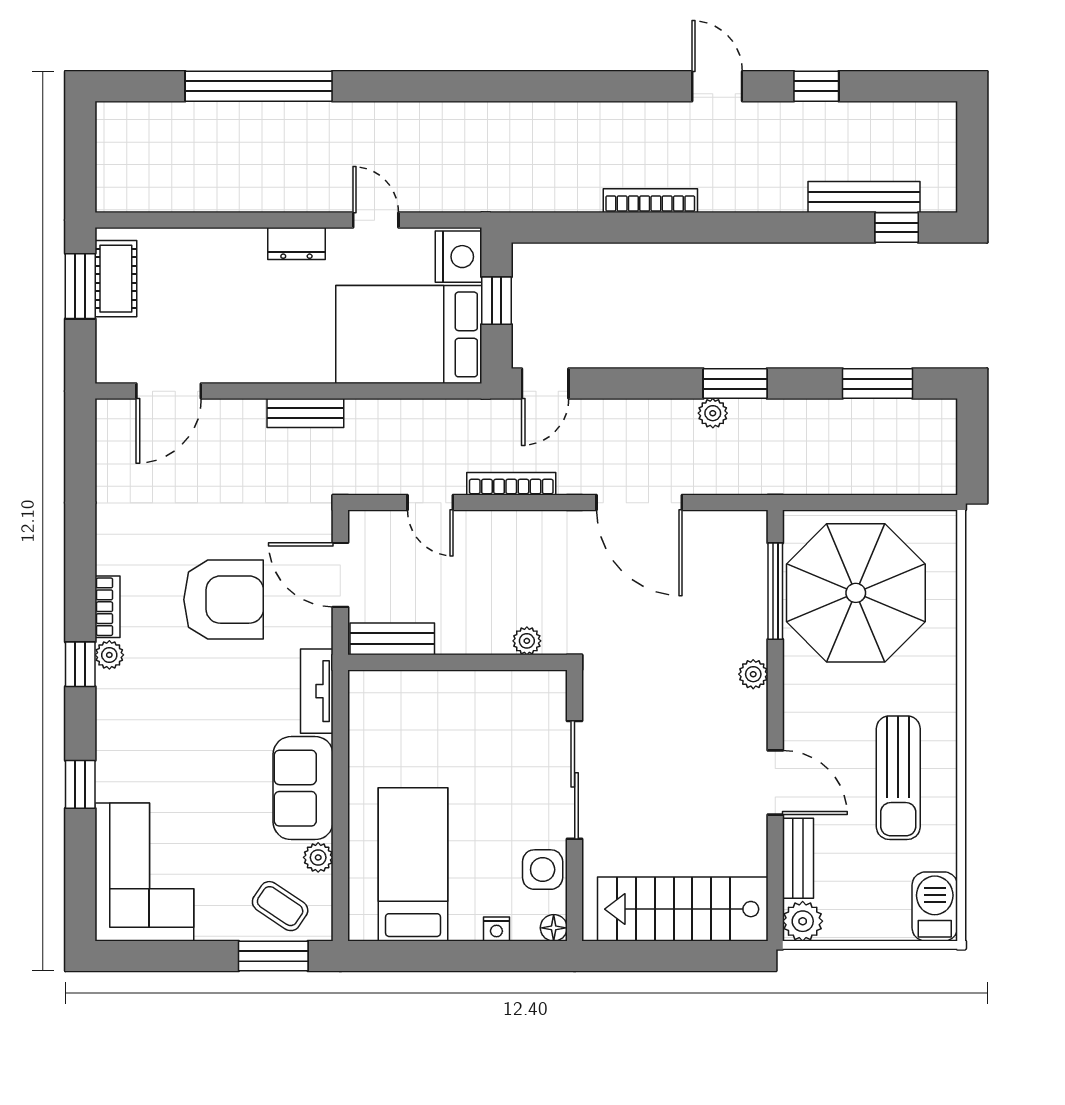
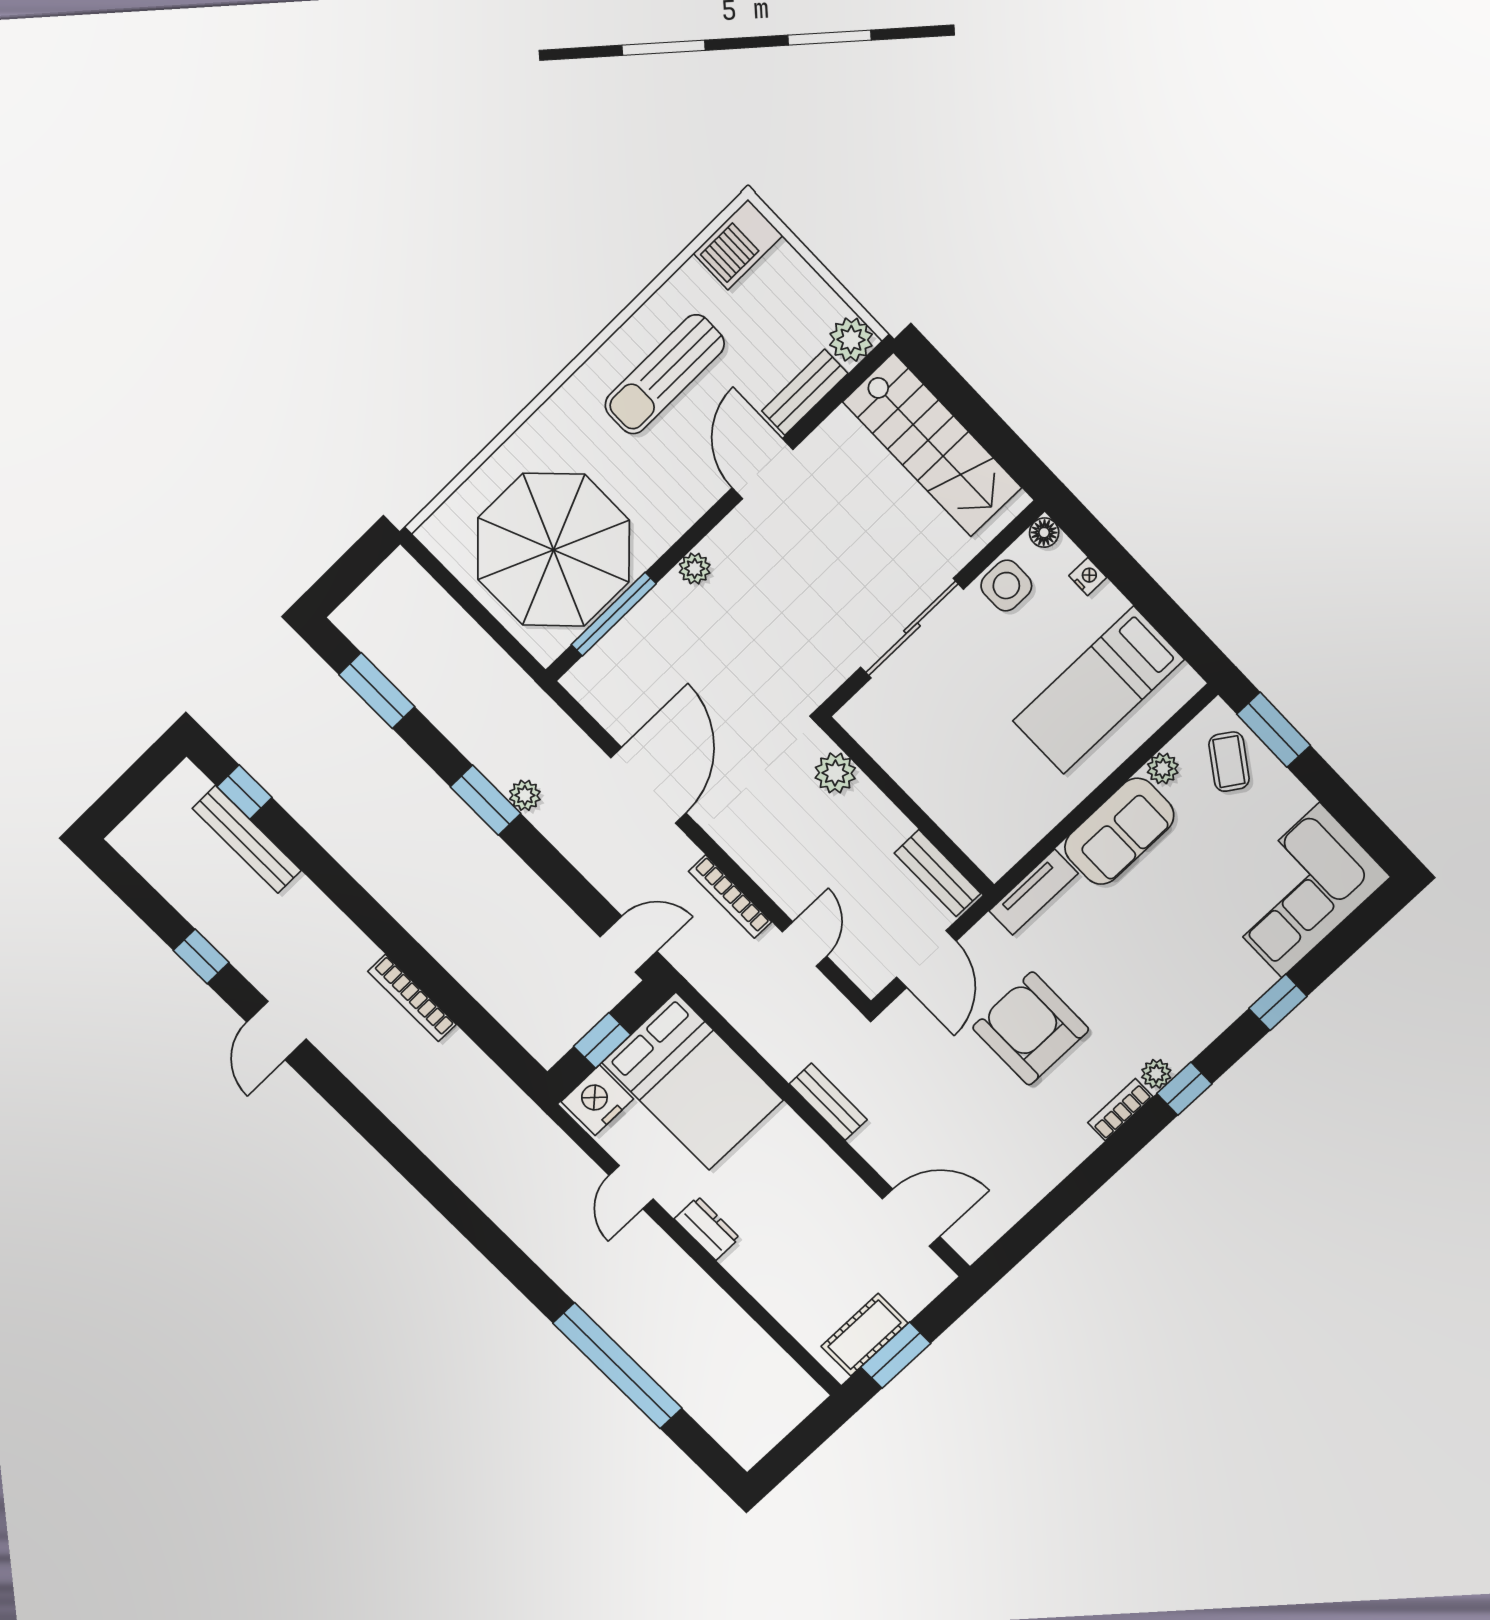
plant: (527, 641) -> (835, 773), width x1.38, depth x1.38
sun lounger: (898, 778) -> (665, 374), turned 180

